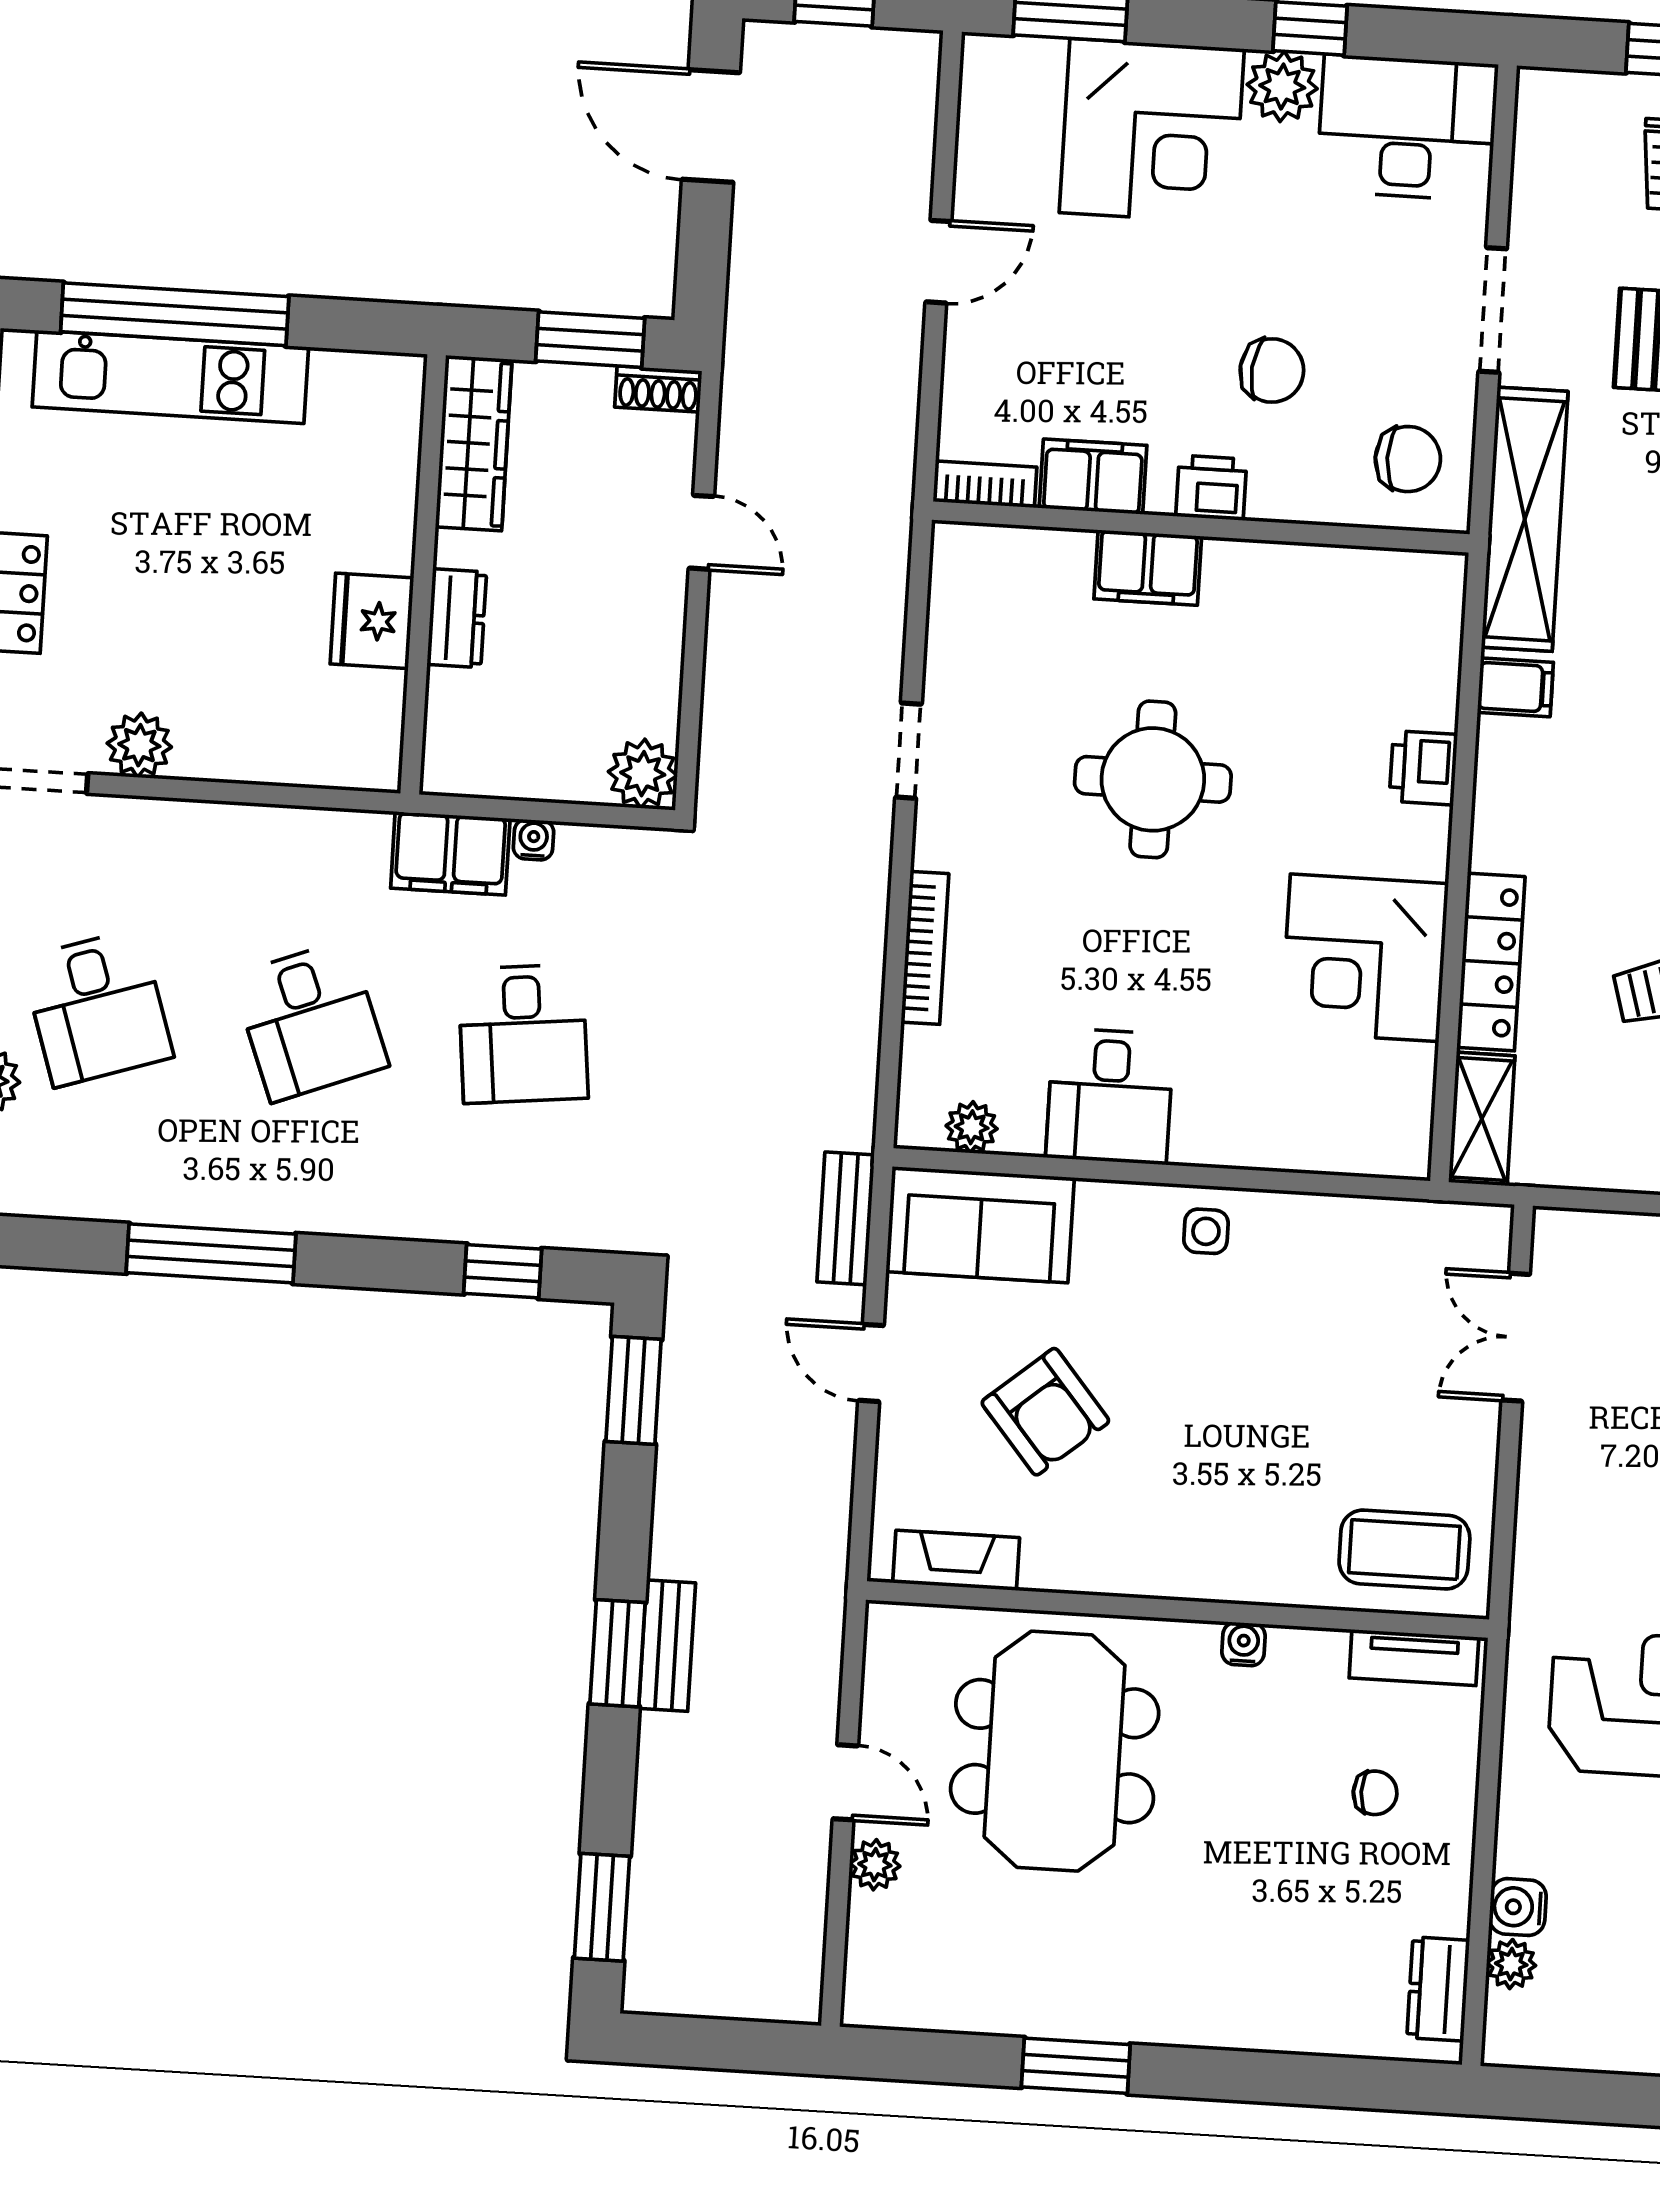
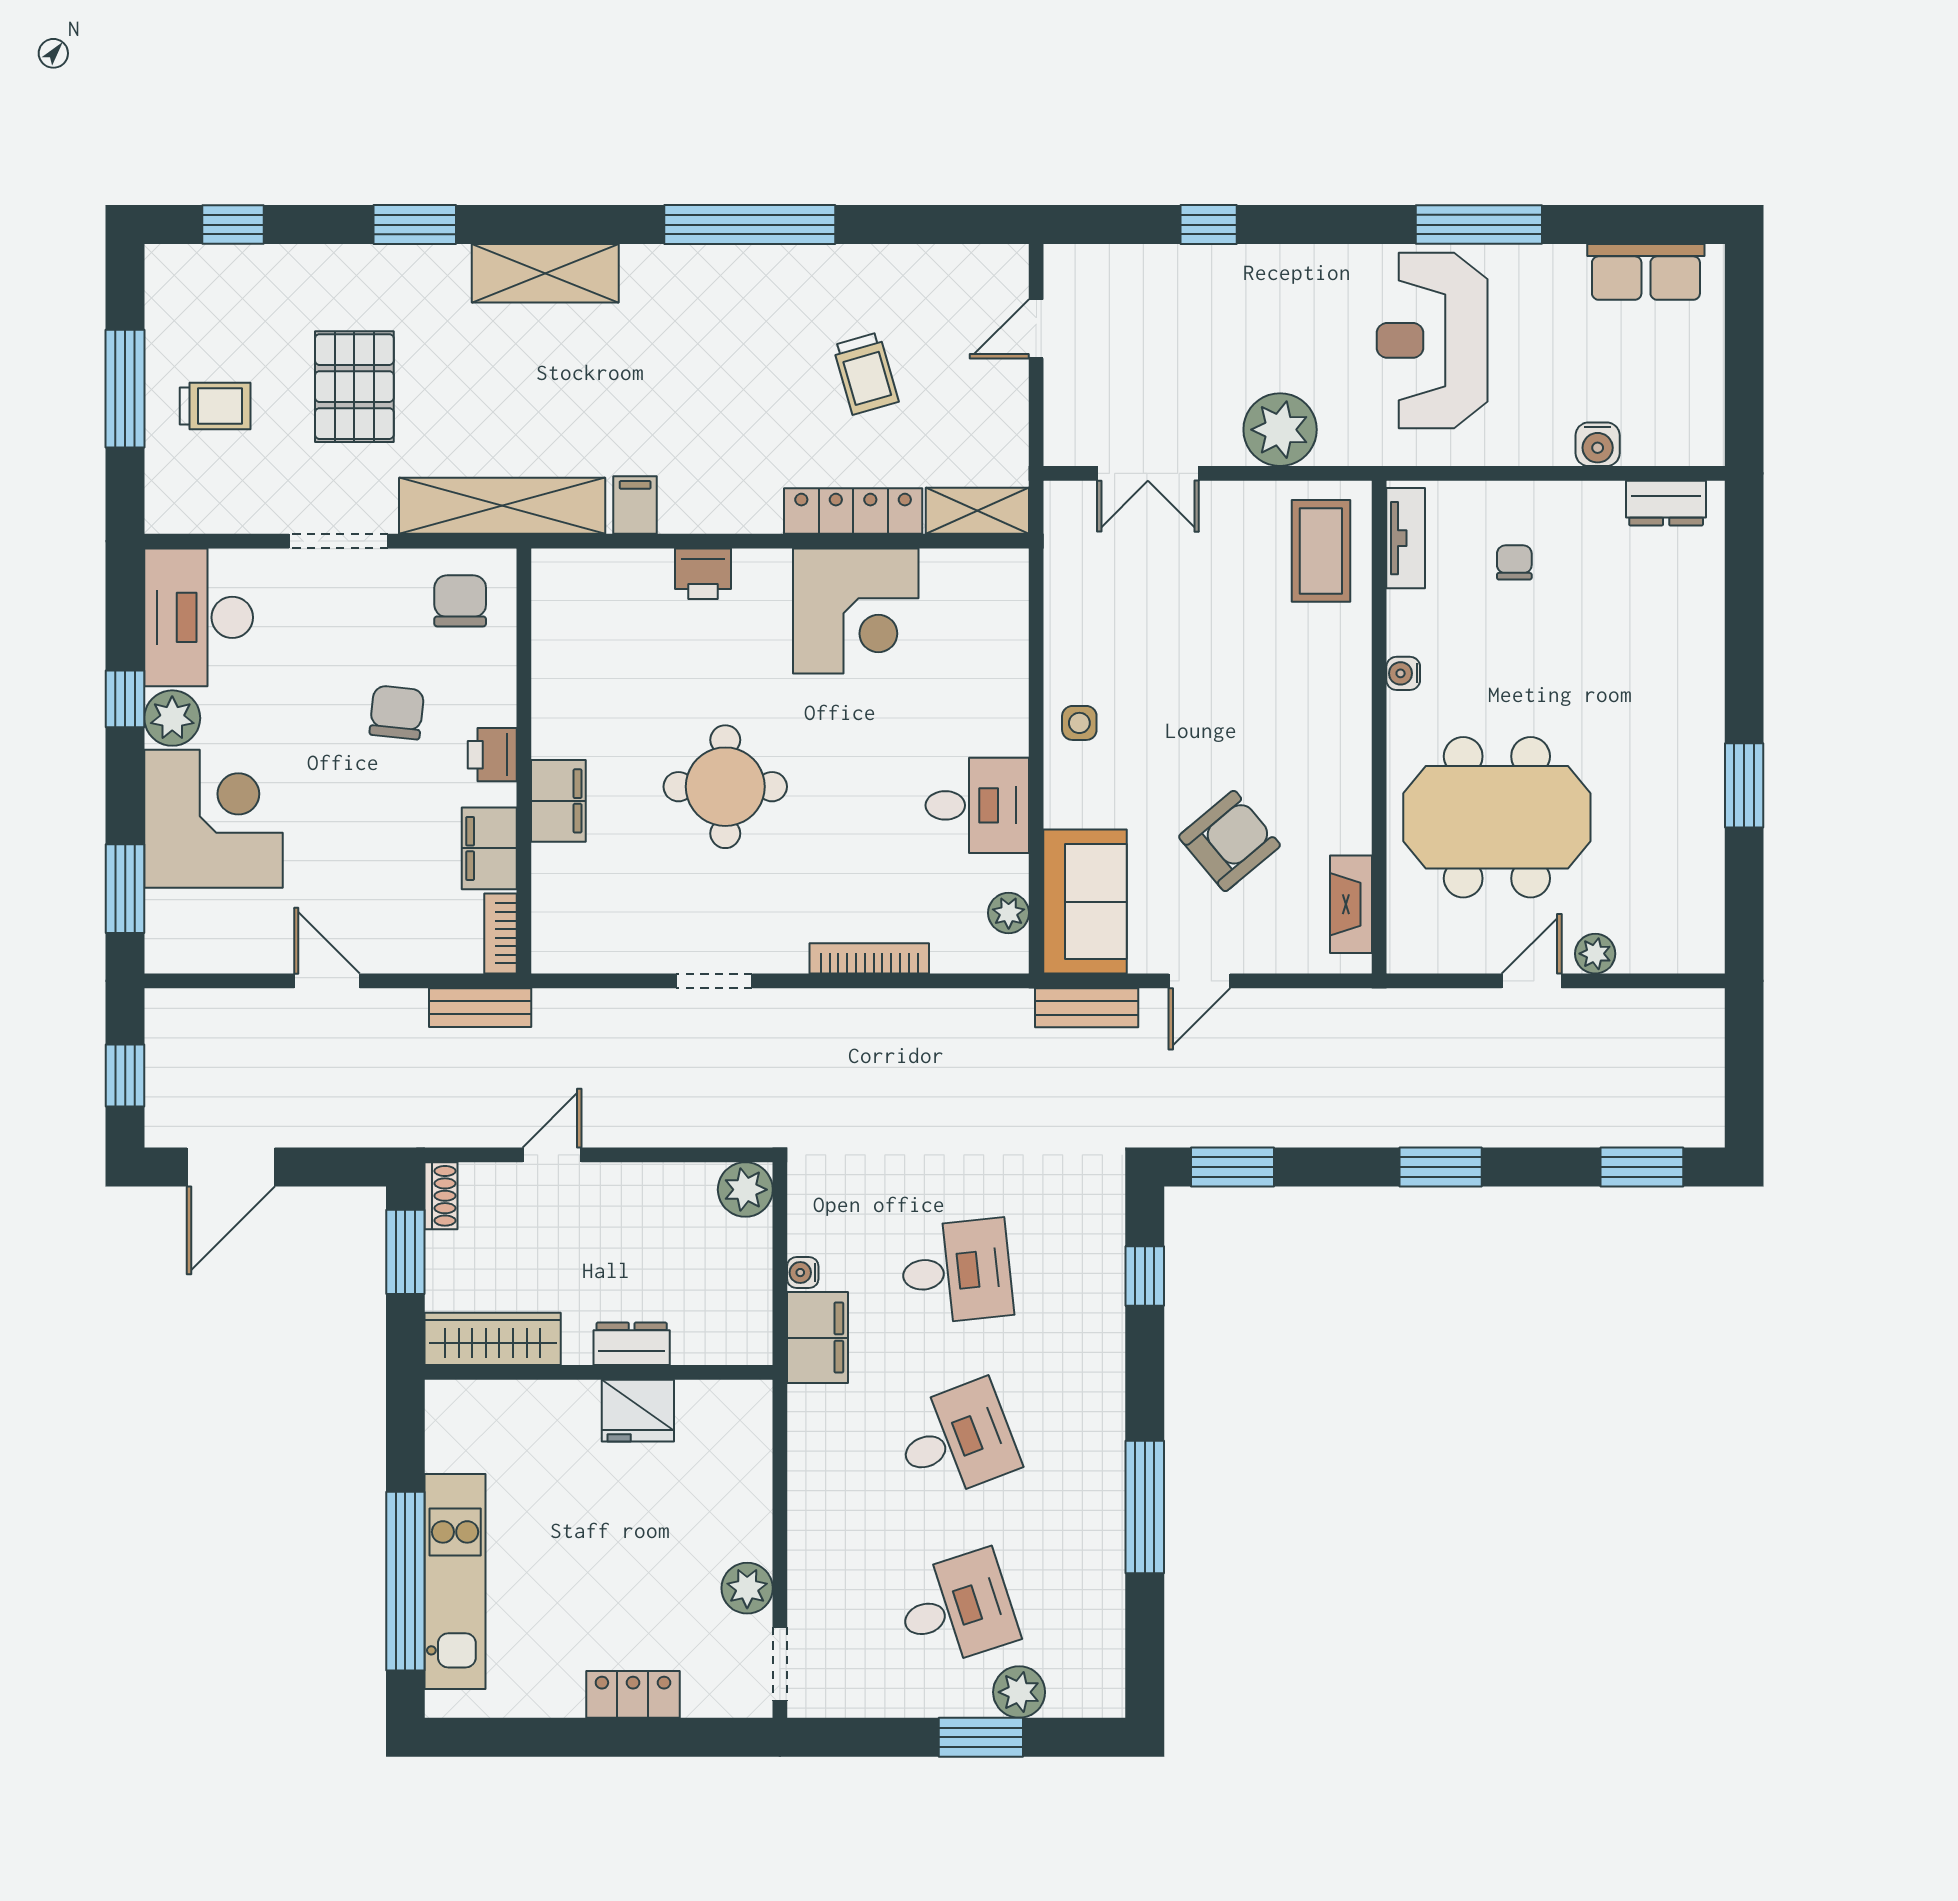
bench: (667, 1646) -> (480, 1008), moved
plant: (1511, 1964) -> (1280, 430), moved, width x1.88, depth x1.88

